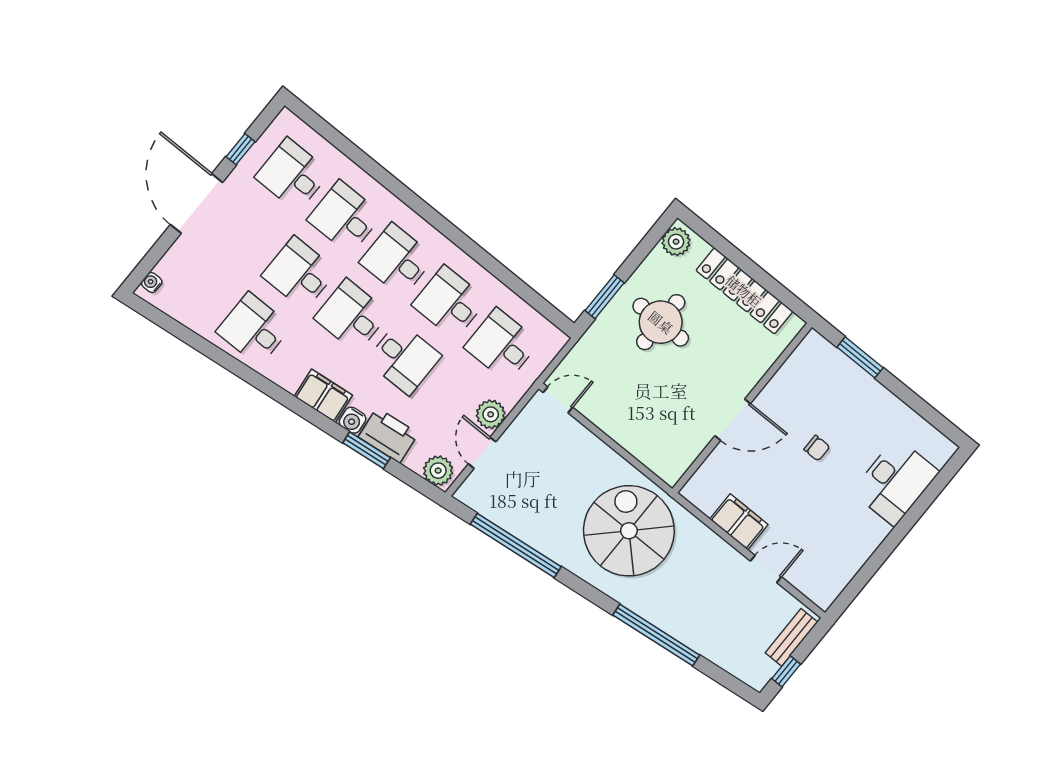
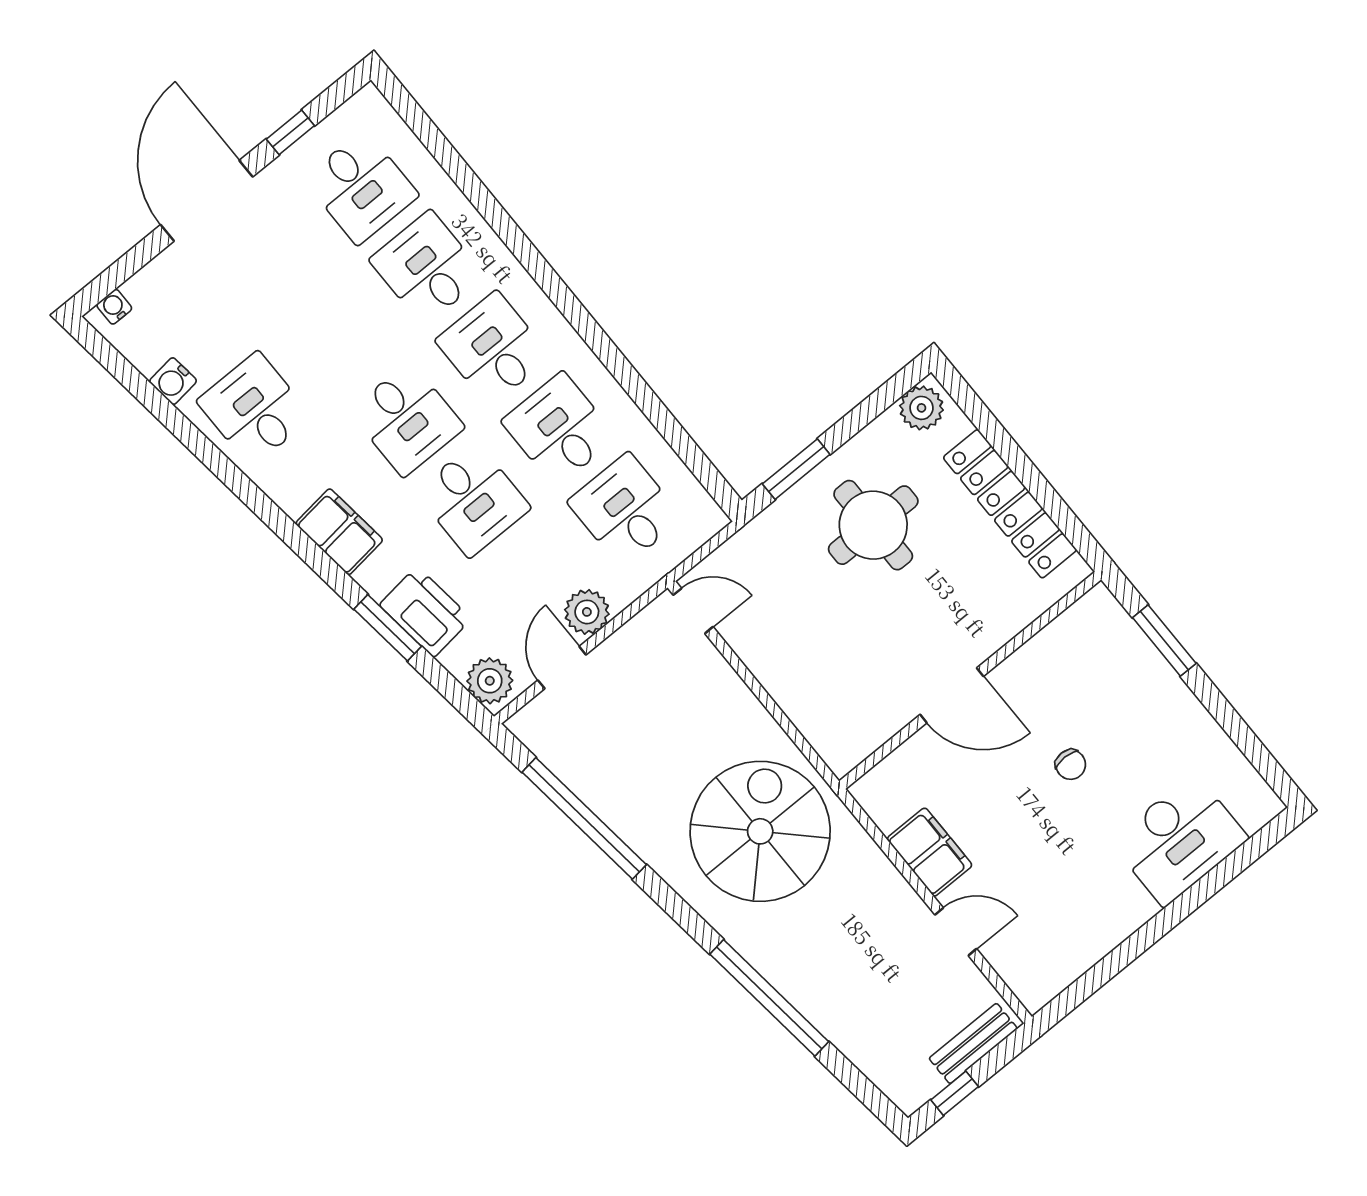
desk: (292, 175) -> (361, 187), turned 180
desk: (299, 273) -> (341, 338), removed
desk: (352, 316) -> (407, 419), turned 180
water cooler: (353, 420) -> (173, 381), moved

